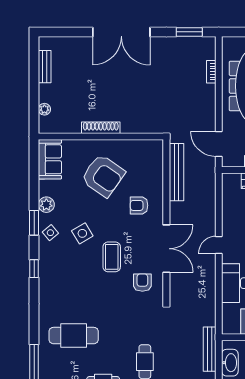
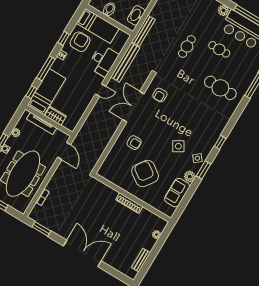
sofa: (50, 159) -> (177, 193), moved
bench: (176, 172) -> (125, 62), moved
coffee table: (112, 257) -> (169, 122), removed

